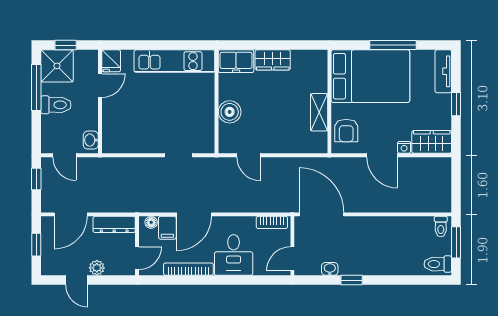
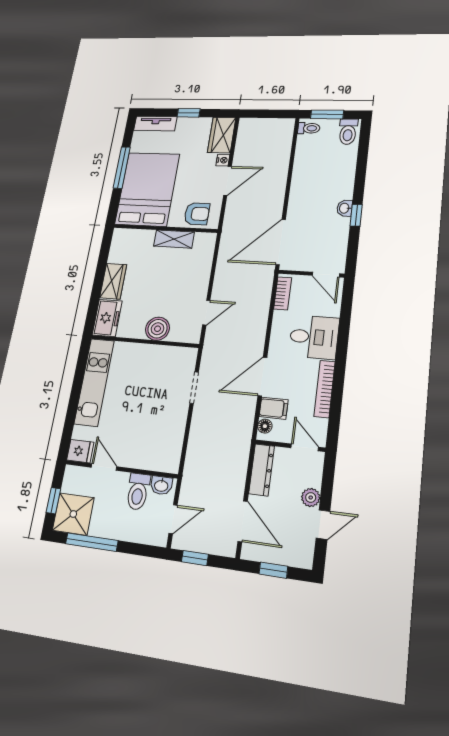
toilet: (56, 105) -> (138, 492), moved, turned 180
door: (194, 214) -> (262, 377), swing flipped
washbasin: (330, 269) -> (345, 208), moved

